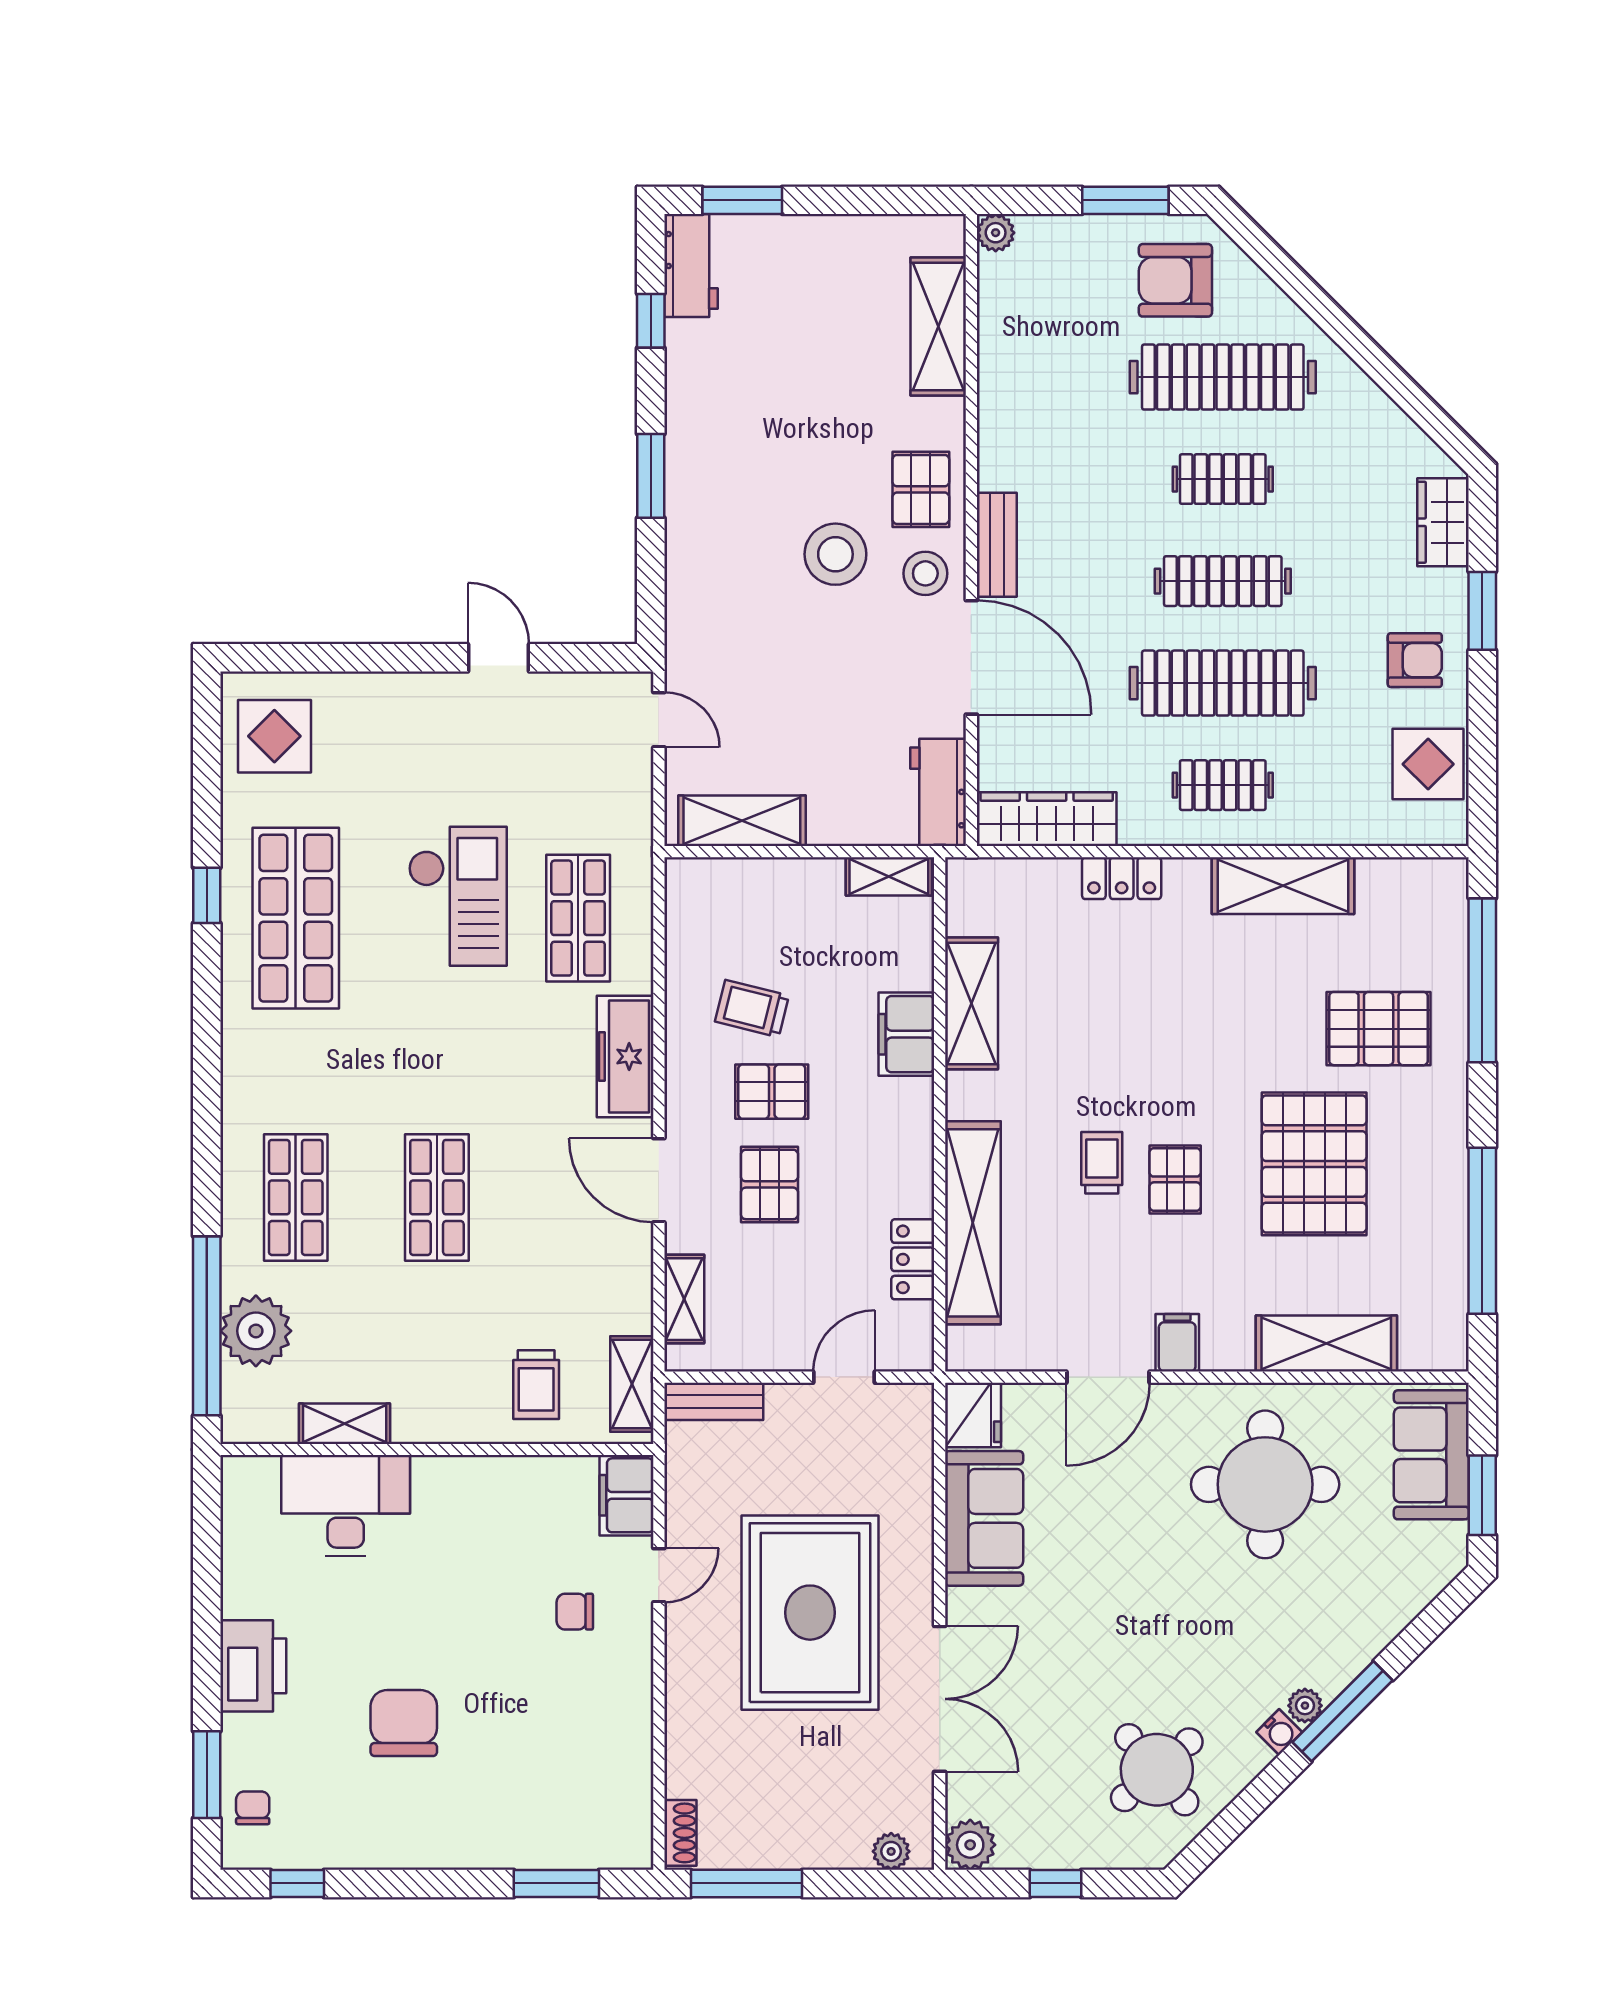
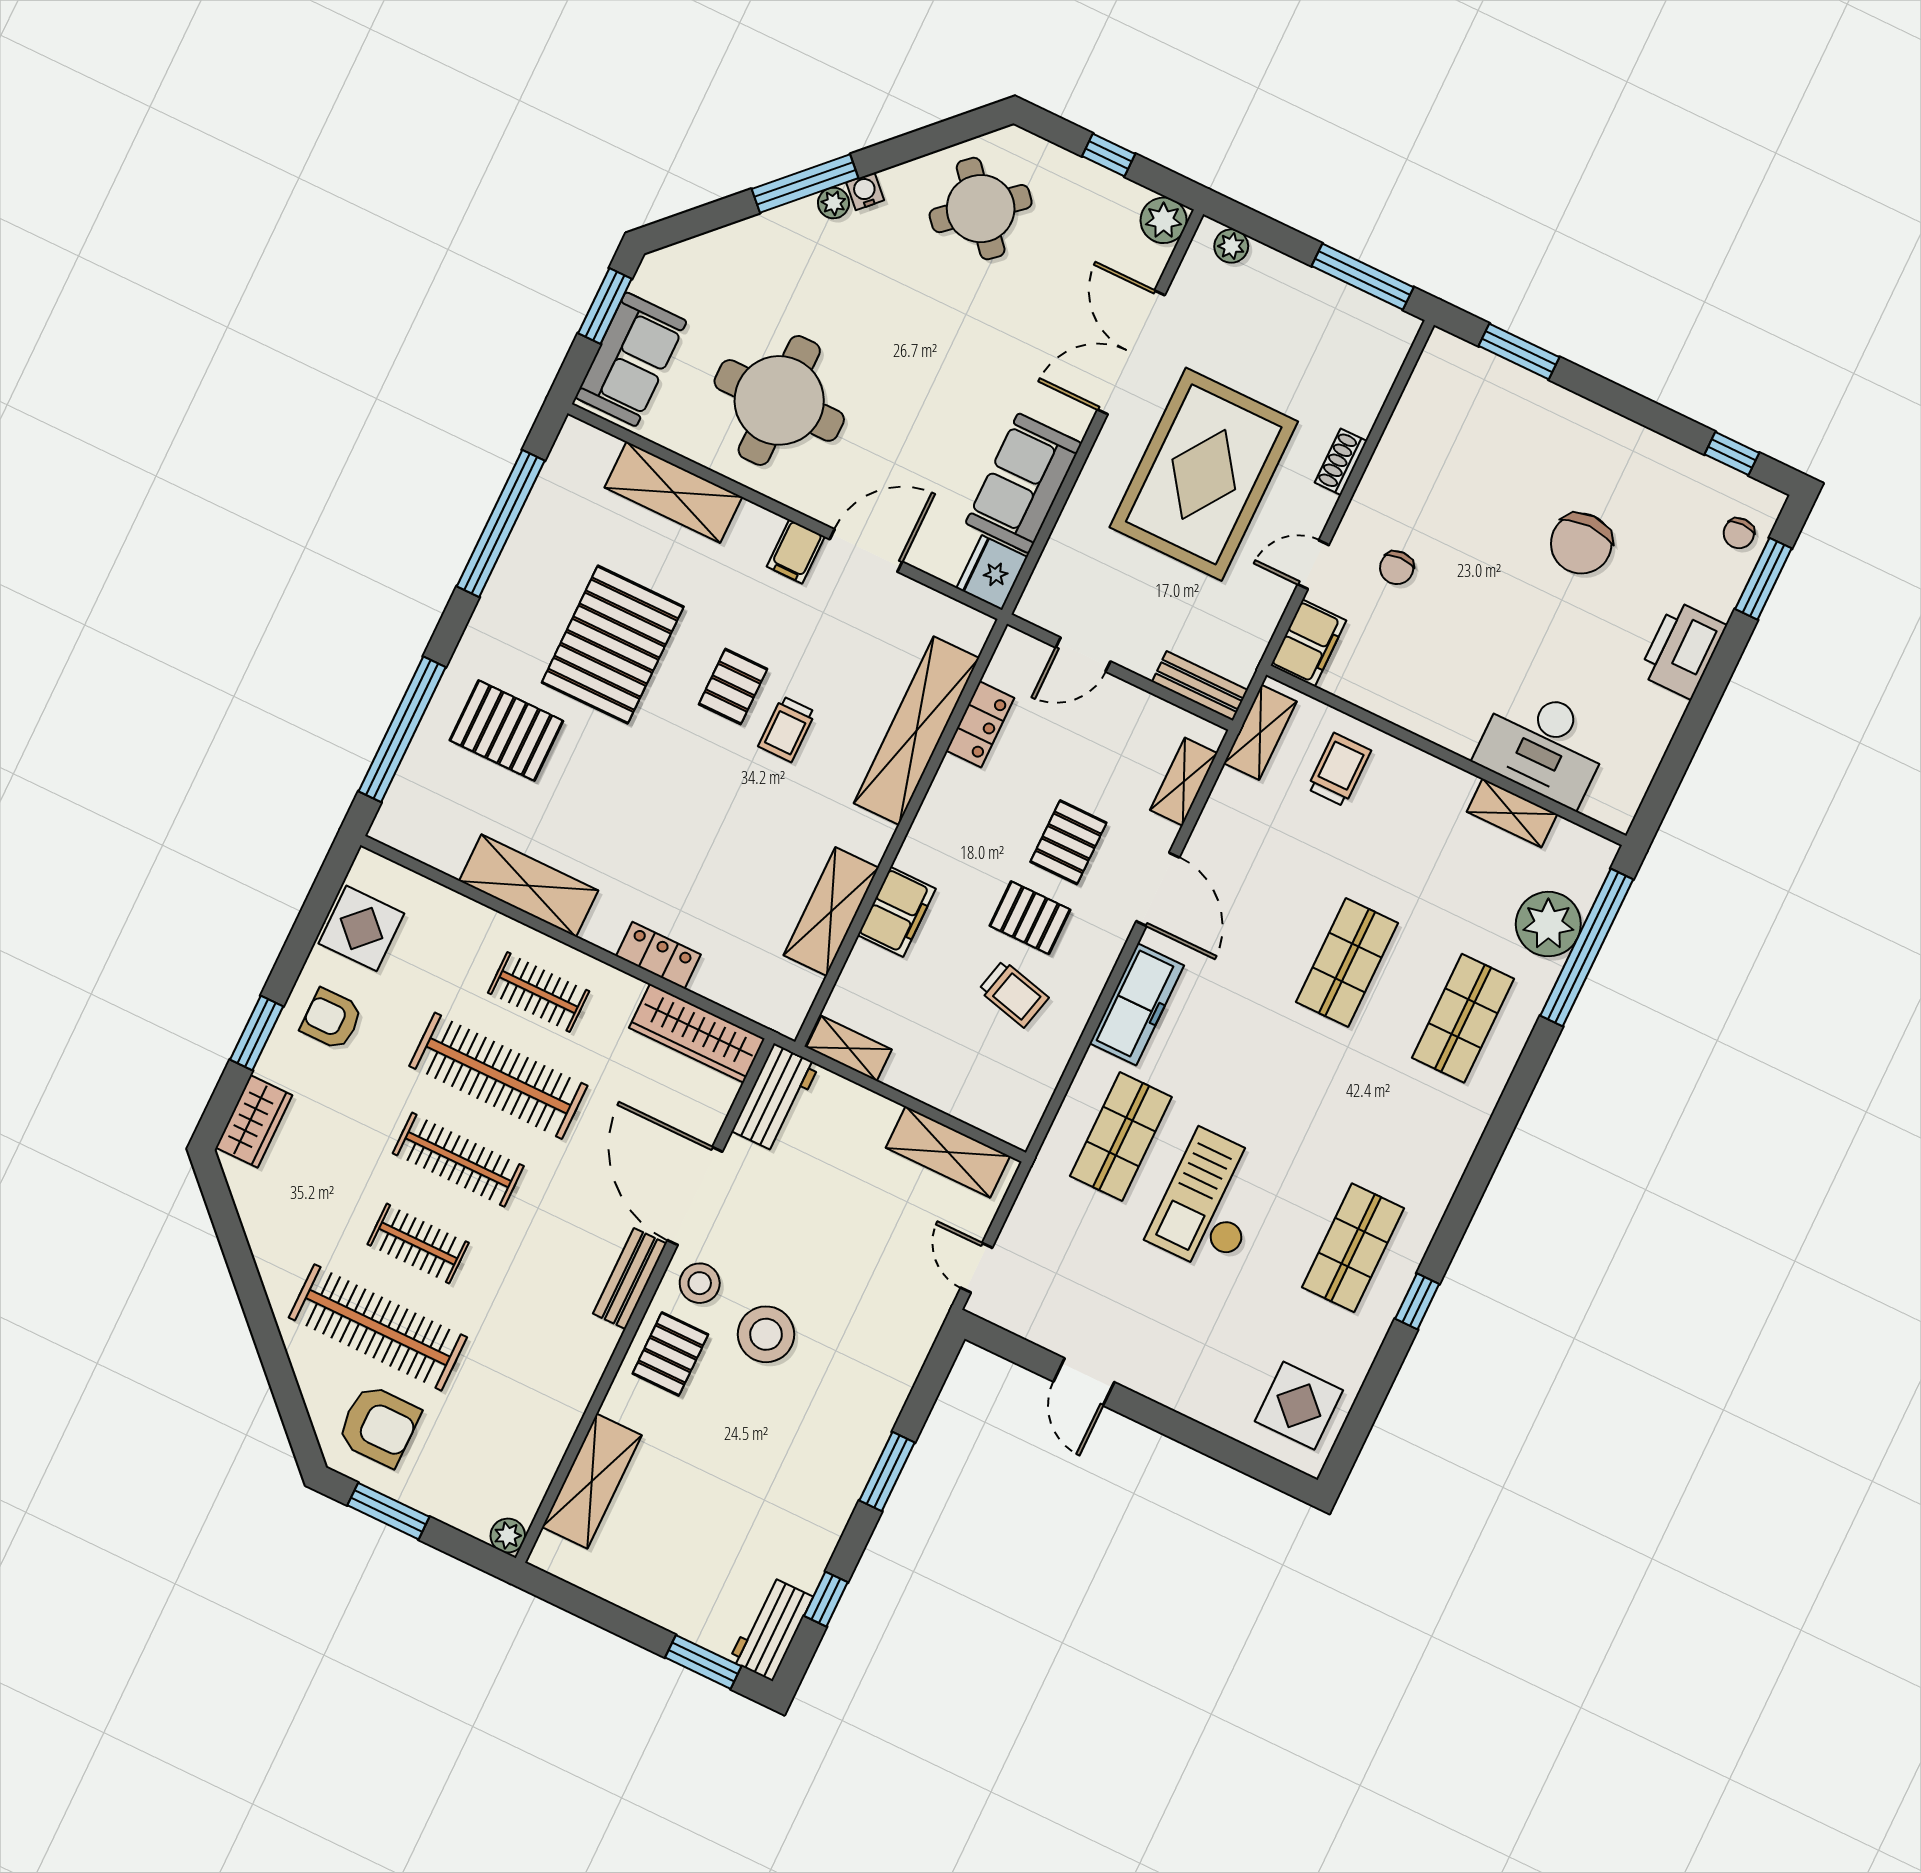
shop shelf: (296, 918) -> (1353, 1248), width x0.70, depth x0.74
chair: (575, 1612) -> (1397, 568), turned 88
shoe rack: (680, 1833) -> (1341, 462), moved

